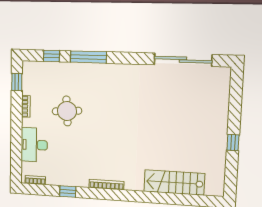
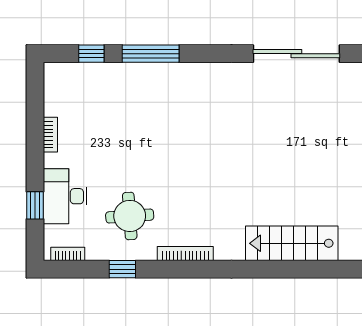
window: (17, 82) -> (35, 205), moved
round table: (67, 111) -> (130, 216), moved

